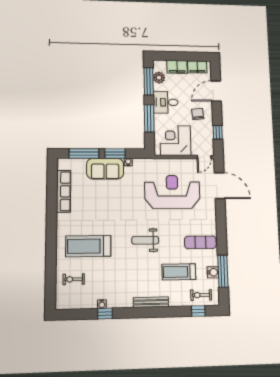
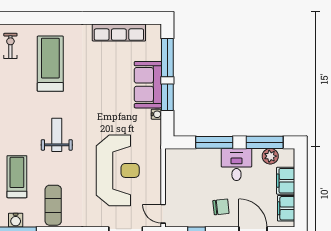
corner desk: (175, 141) -> (185, 176), removed

